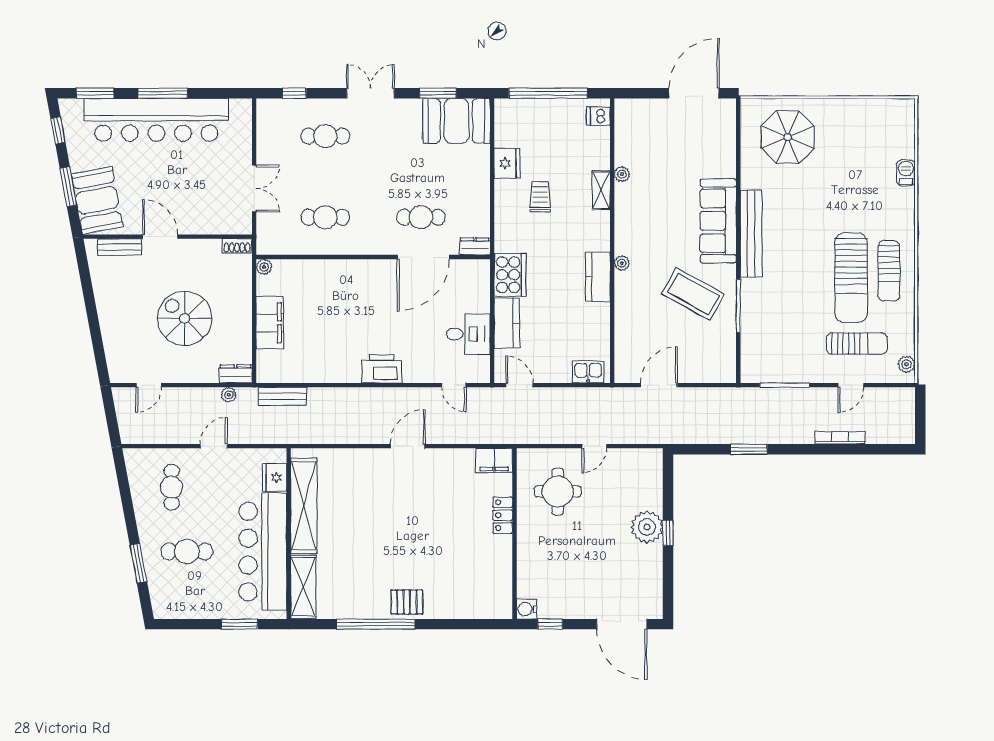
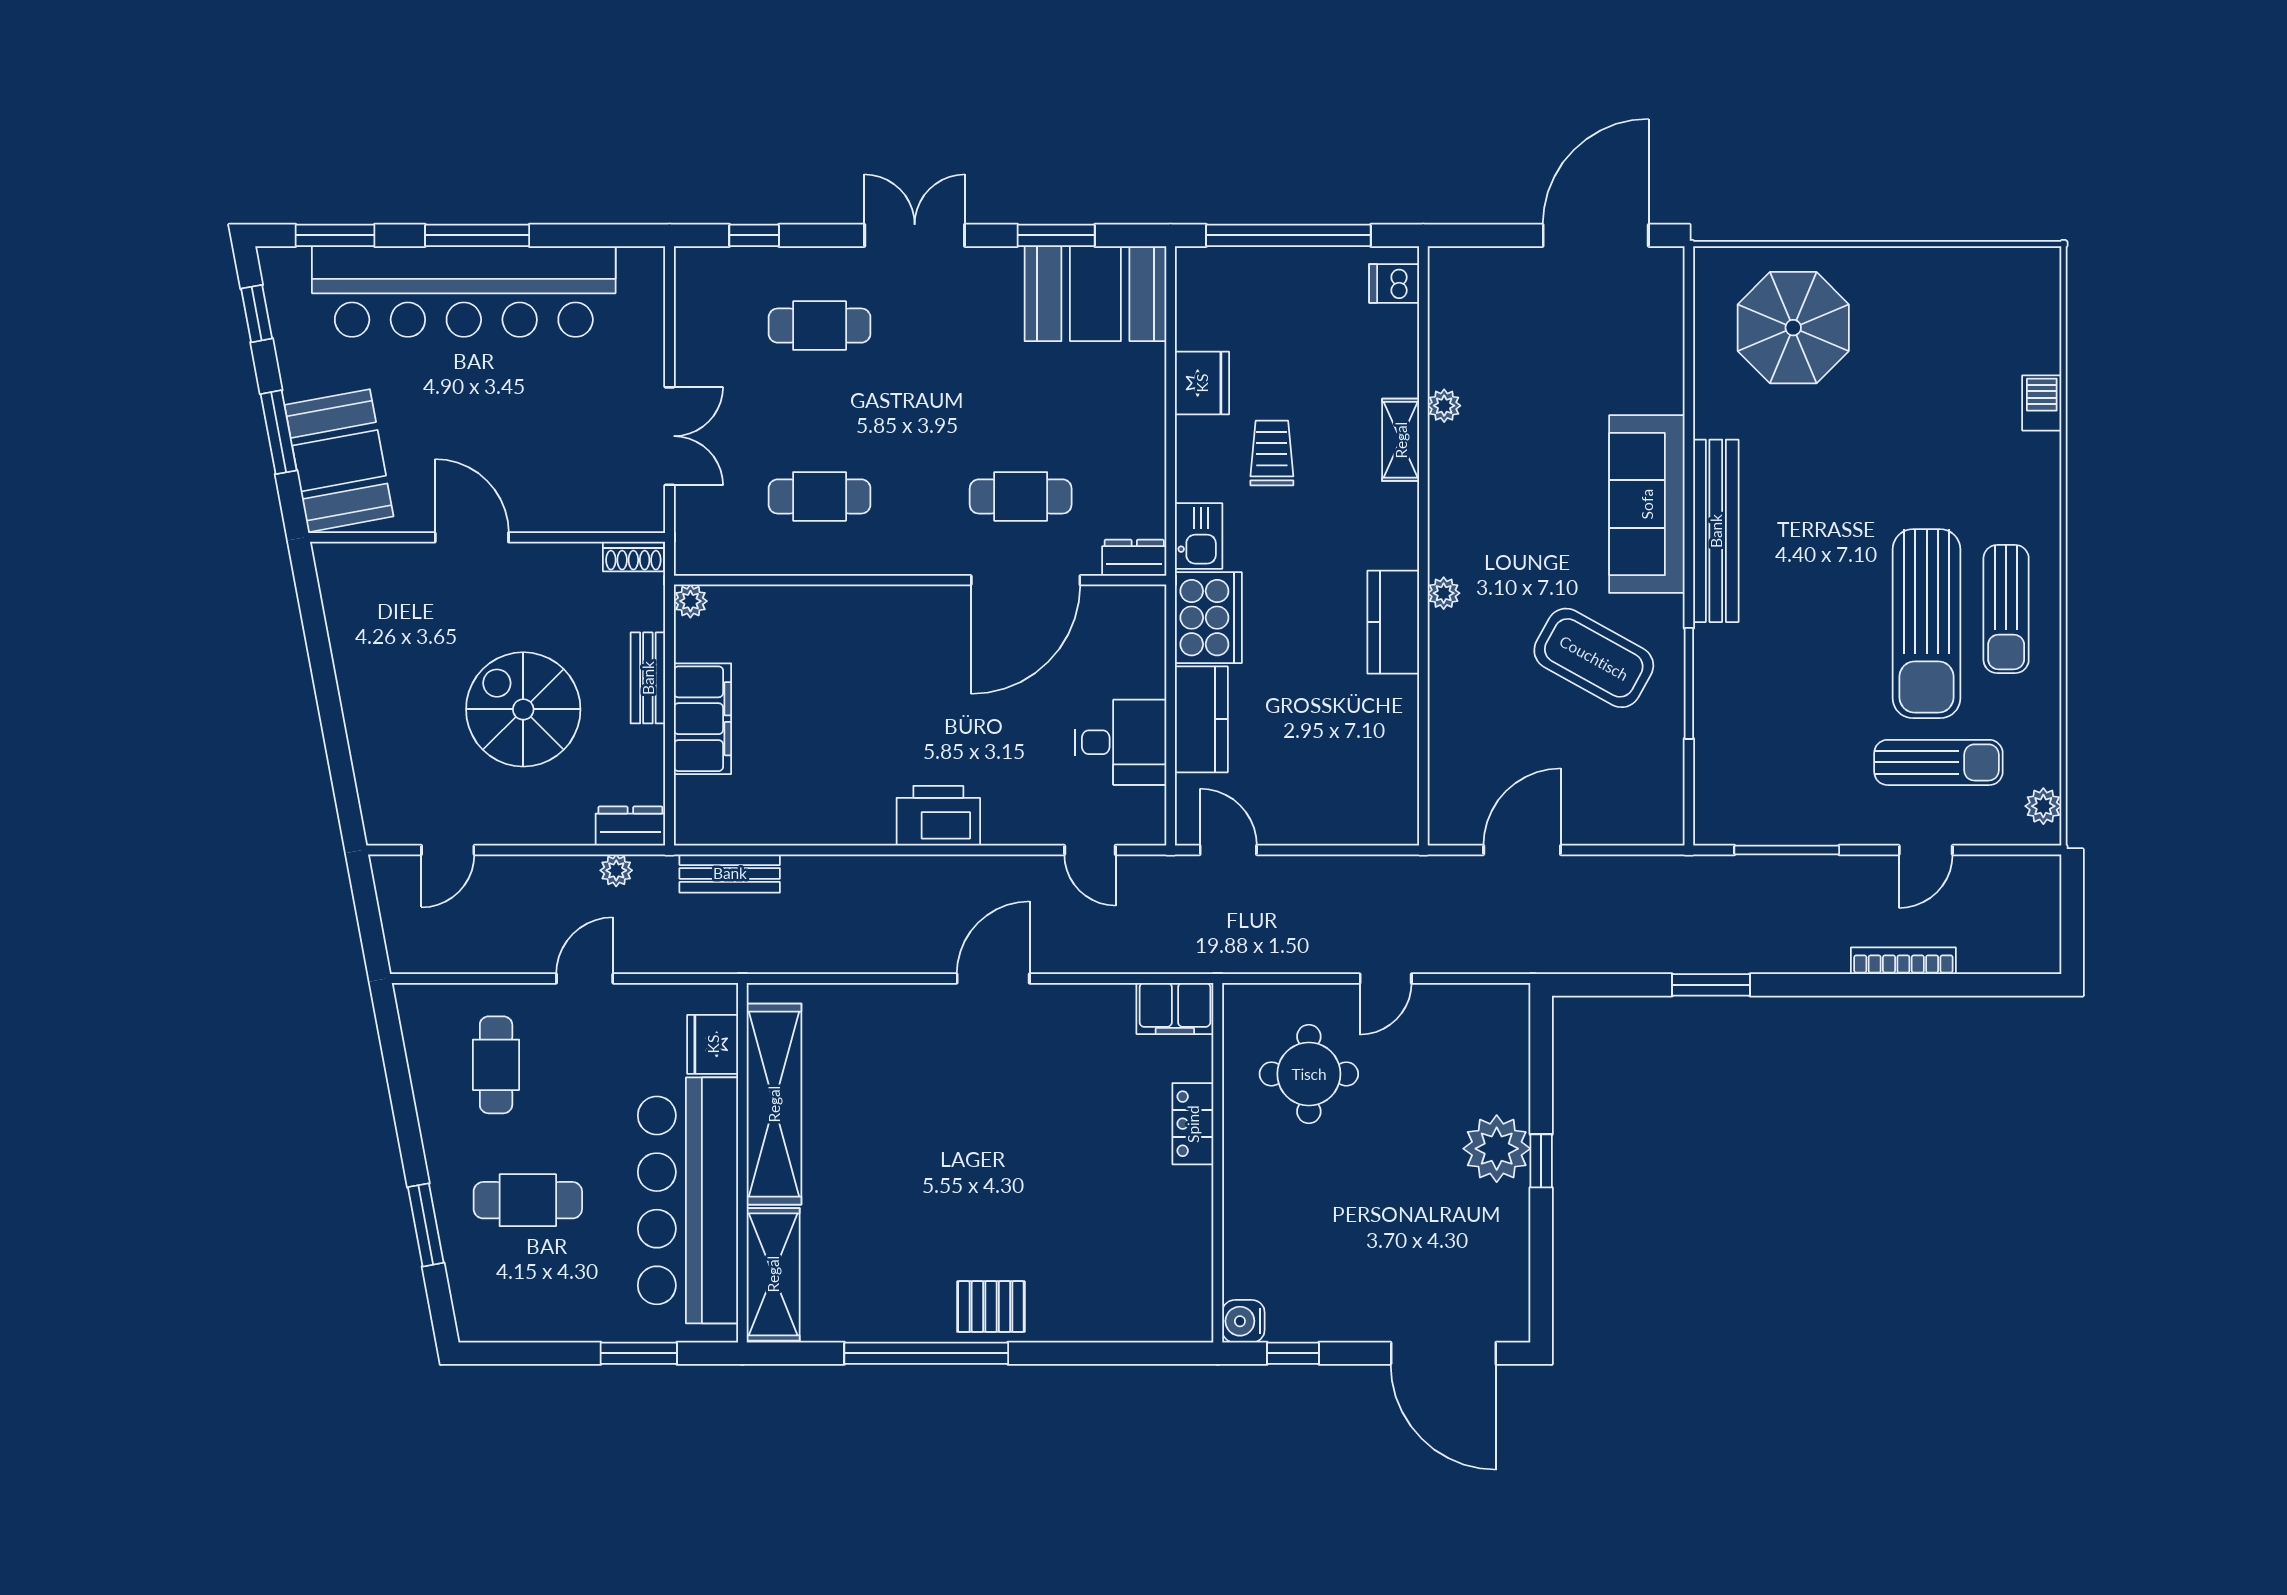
bench: (119, 247) -> (648, 678), moved, turned 90
kitchen sink: (588, 372) -> (1199, 536), moved, turned 90

